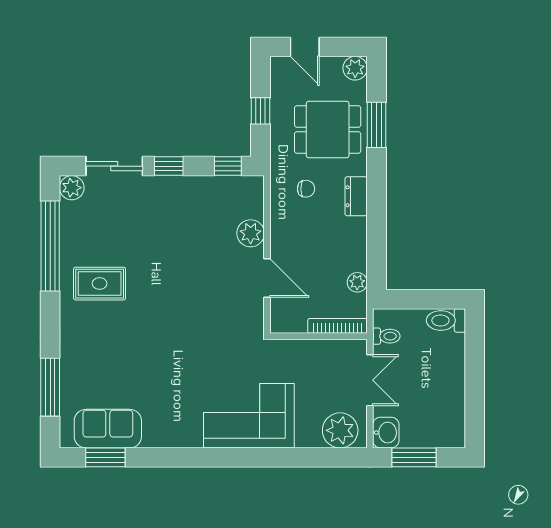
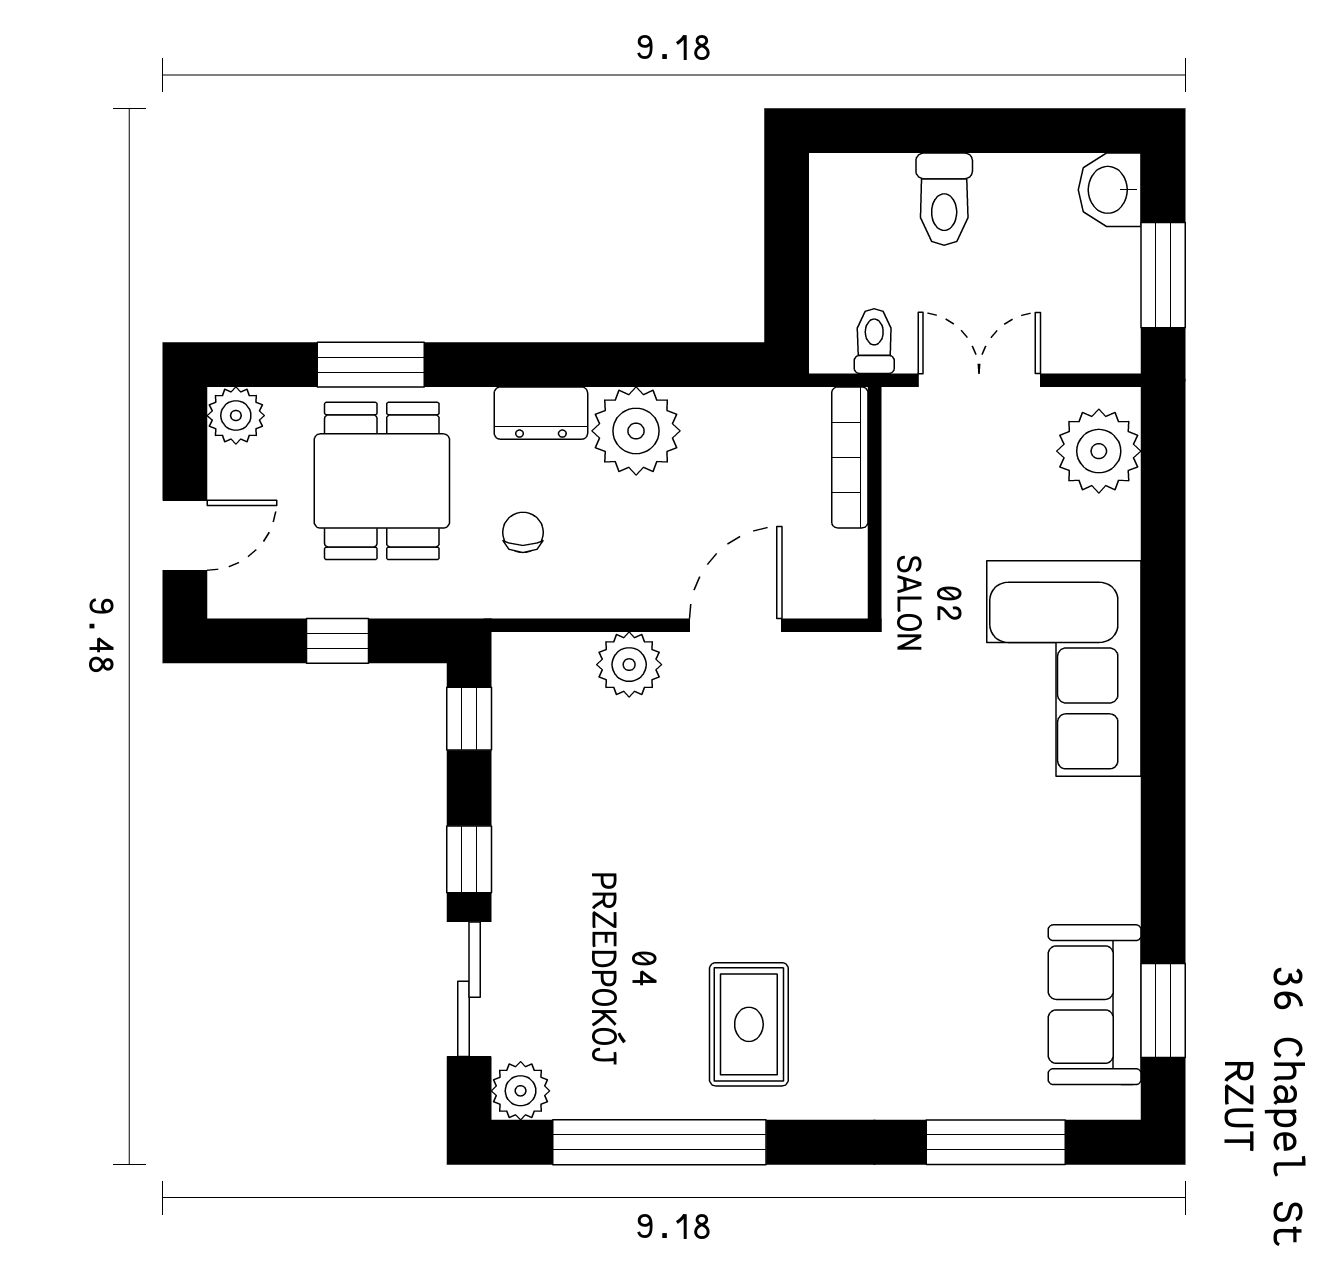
plant: (357, 282) -> (636, 431), moved, width x1.88, depth x1.88
toilet: (446, 320) -> (944, 199), moved
washbasin: (386, 433) -> (1110, 190), moved, turned -90

